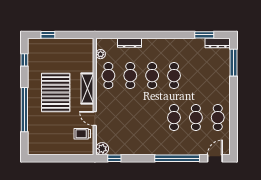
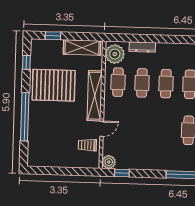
shelving: (75, 45) -> (82, 48), added
plant: (101, 54) -> (115, 54), width x1.87, depth x1.87
shelving: (87, 89) -> (95, 96), width x1.47
pallet: (56, 92) -> (54, 85), moved, turned 90
door: (95, 119) -> (102, 129), swing flipped

